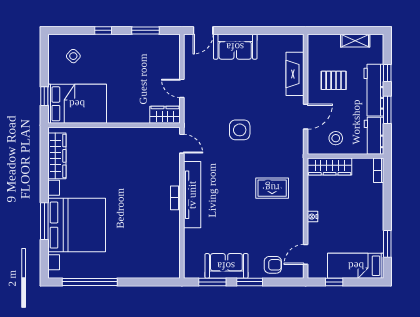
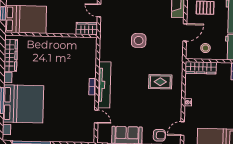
door: (182, 144) -> (96, 116), moved

